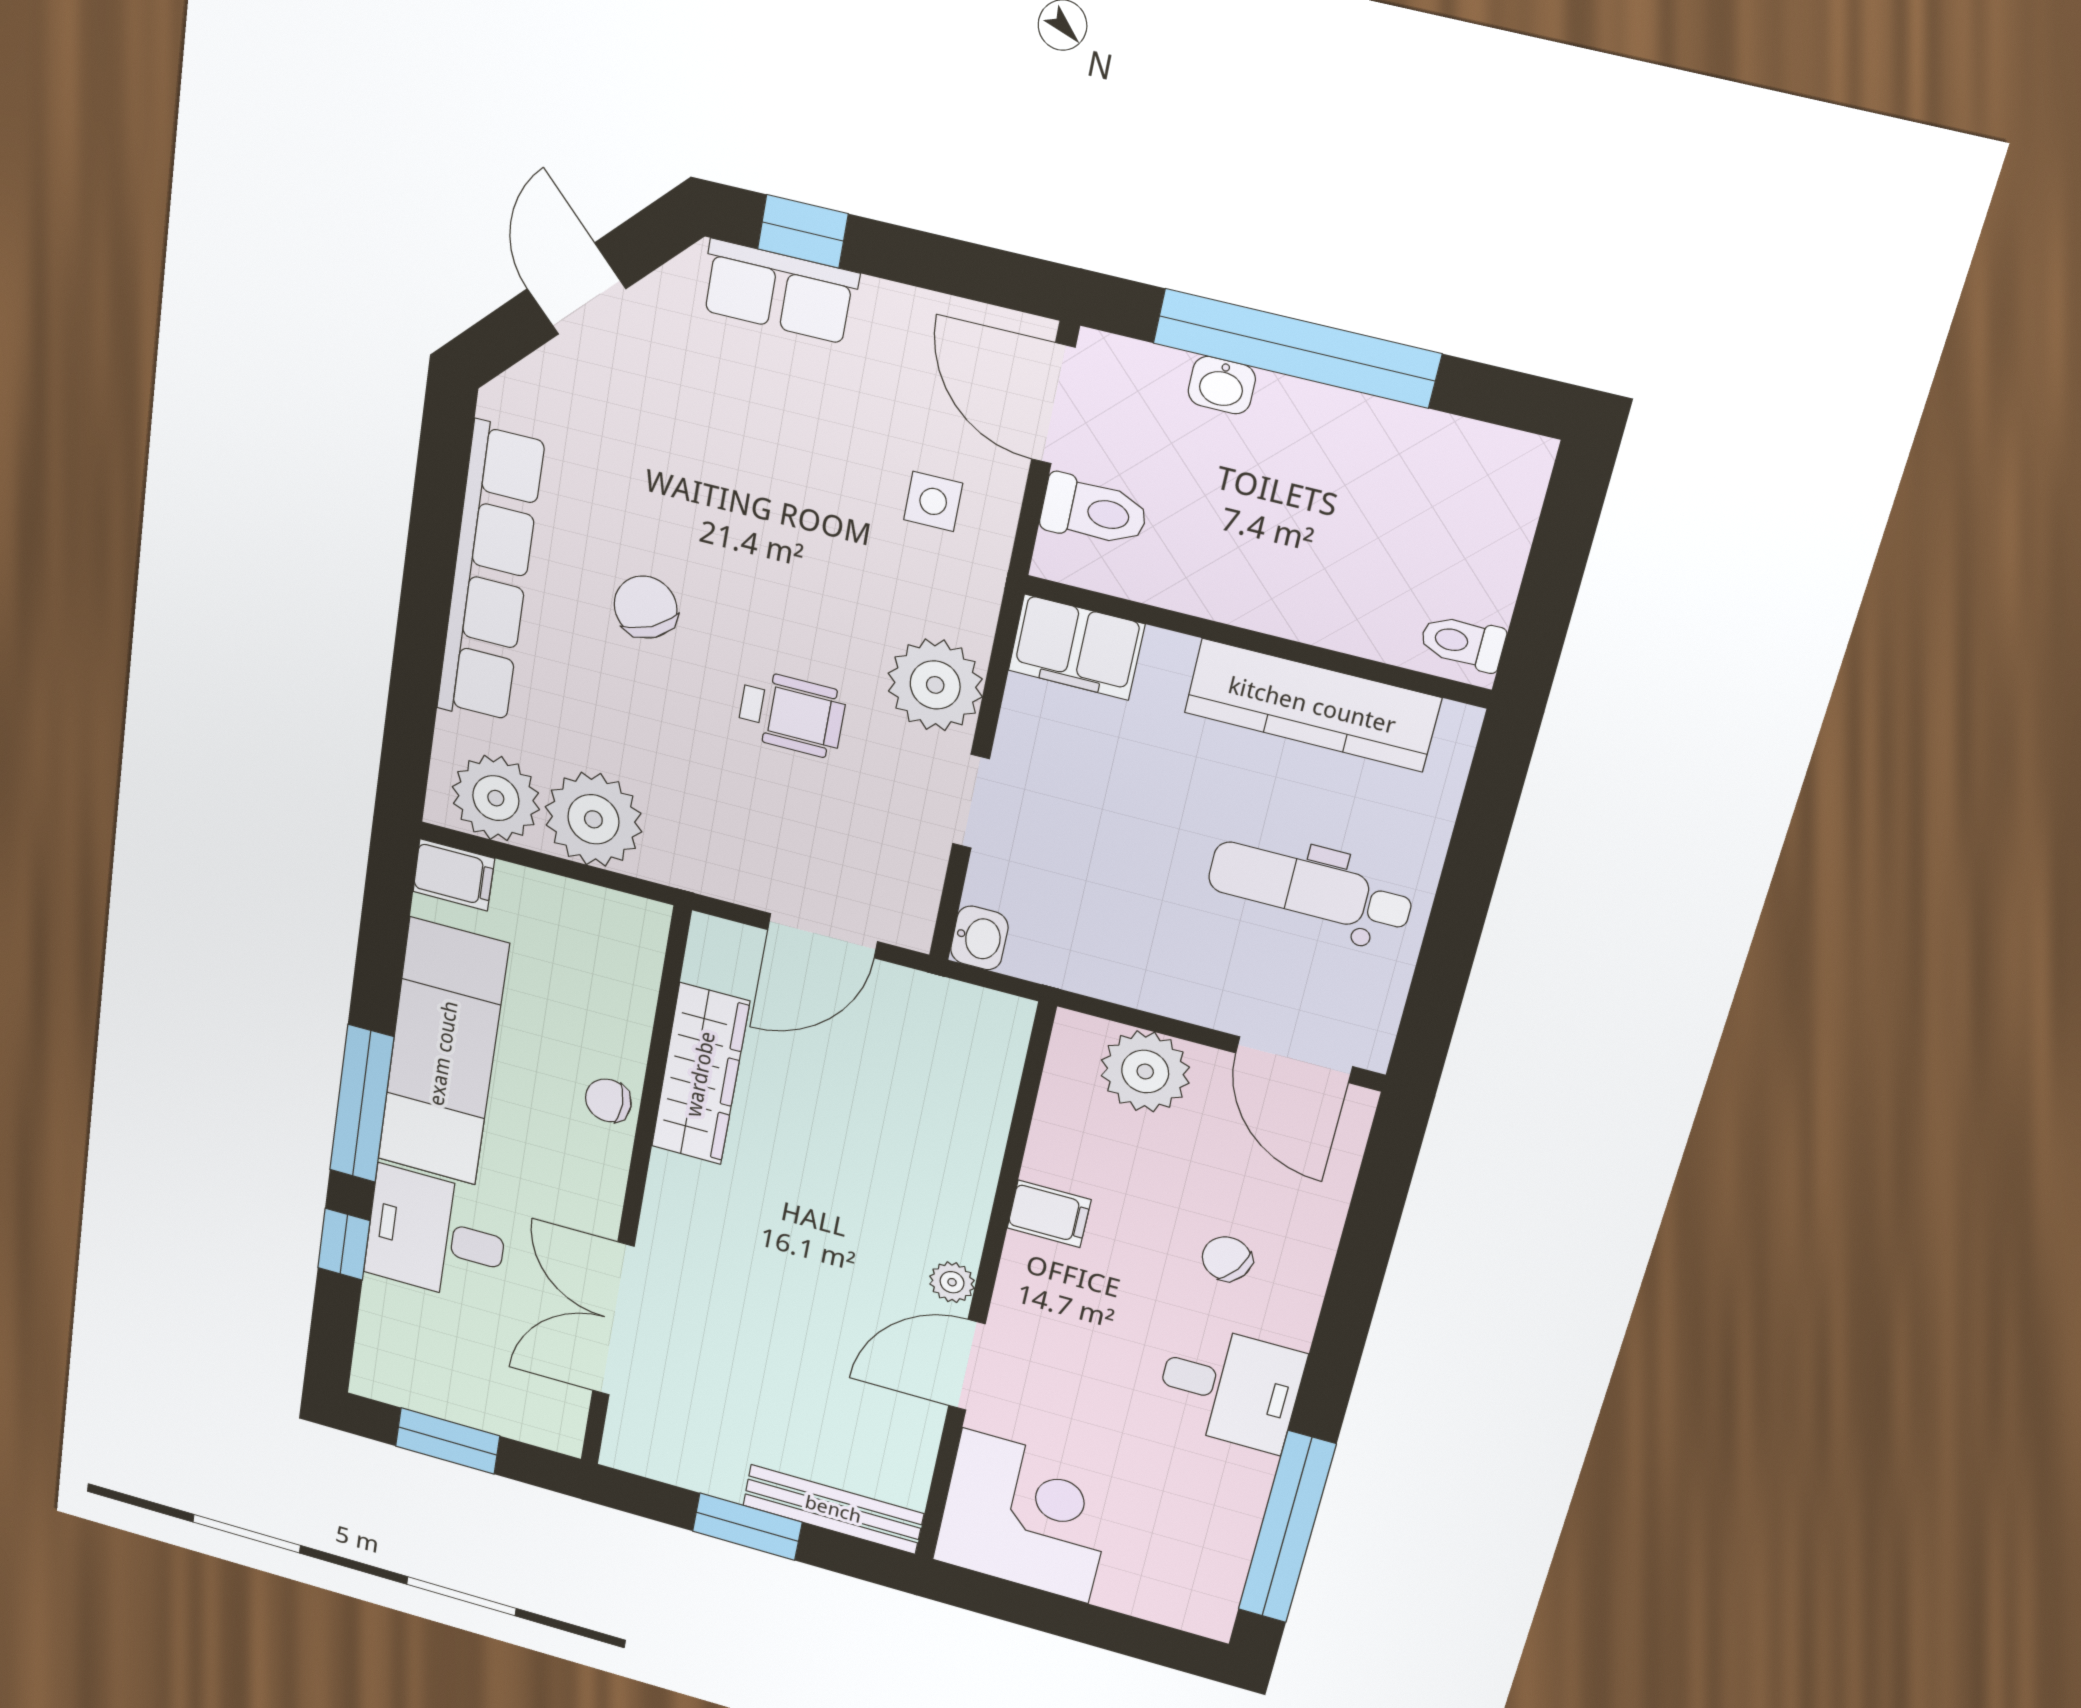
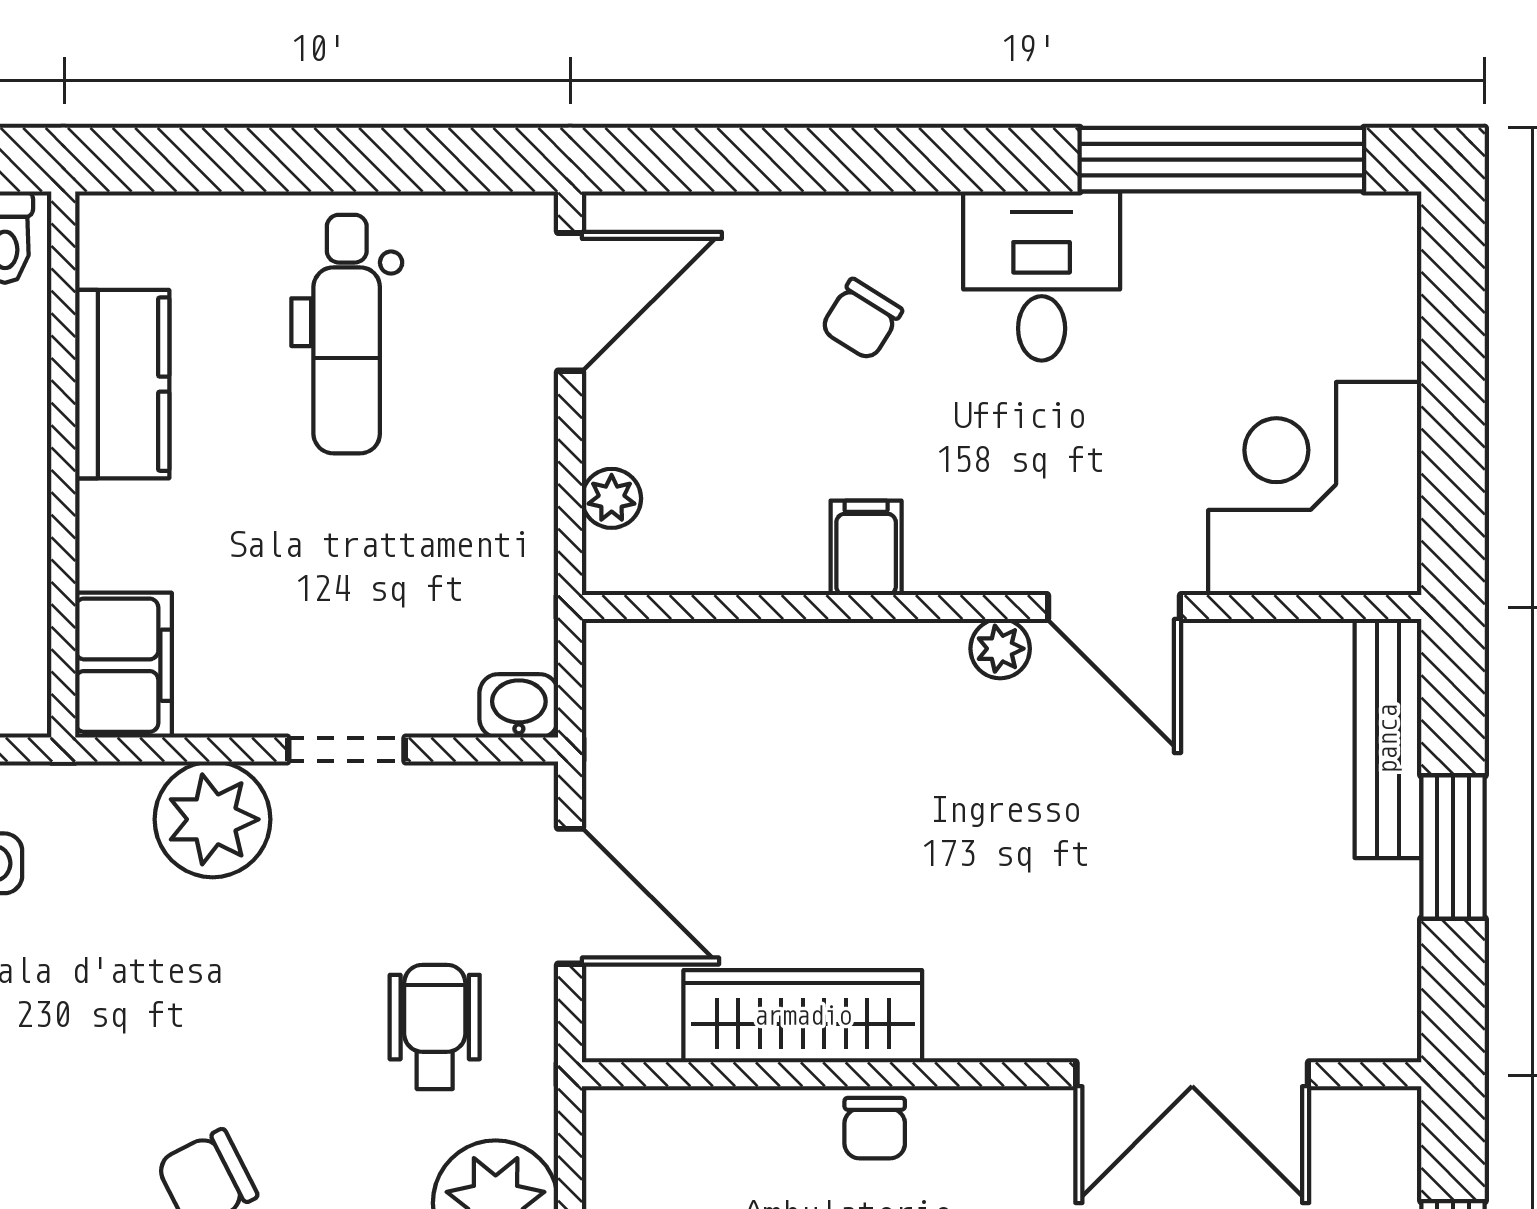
kitchen counter: (1312, 705) -> (122, 384), width x0.67
wheelchair: (792, 714) -> (435, 1027), moved
plant: (1145, 1071) -> (612, 498), width x0.53, depth x0.53

